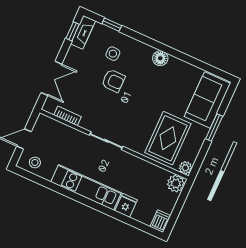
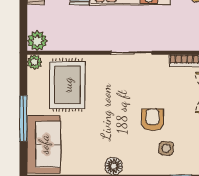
armchair: (113, 81) -> (153, 120), turned 90
window: (214, 128) -> (23, 118), width x1.44

